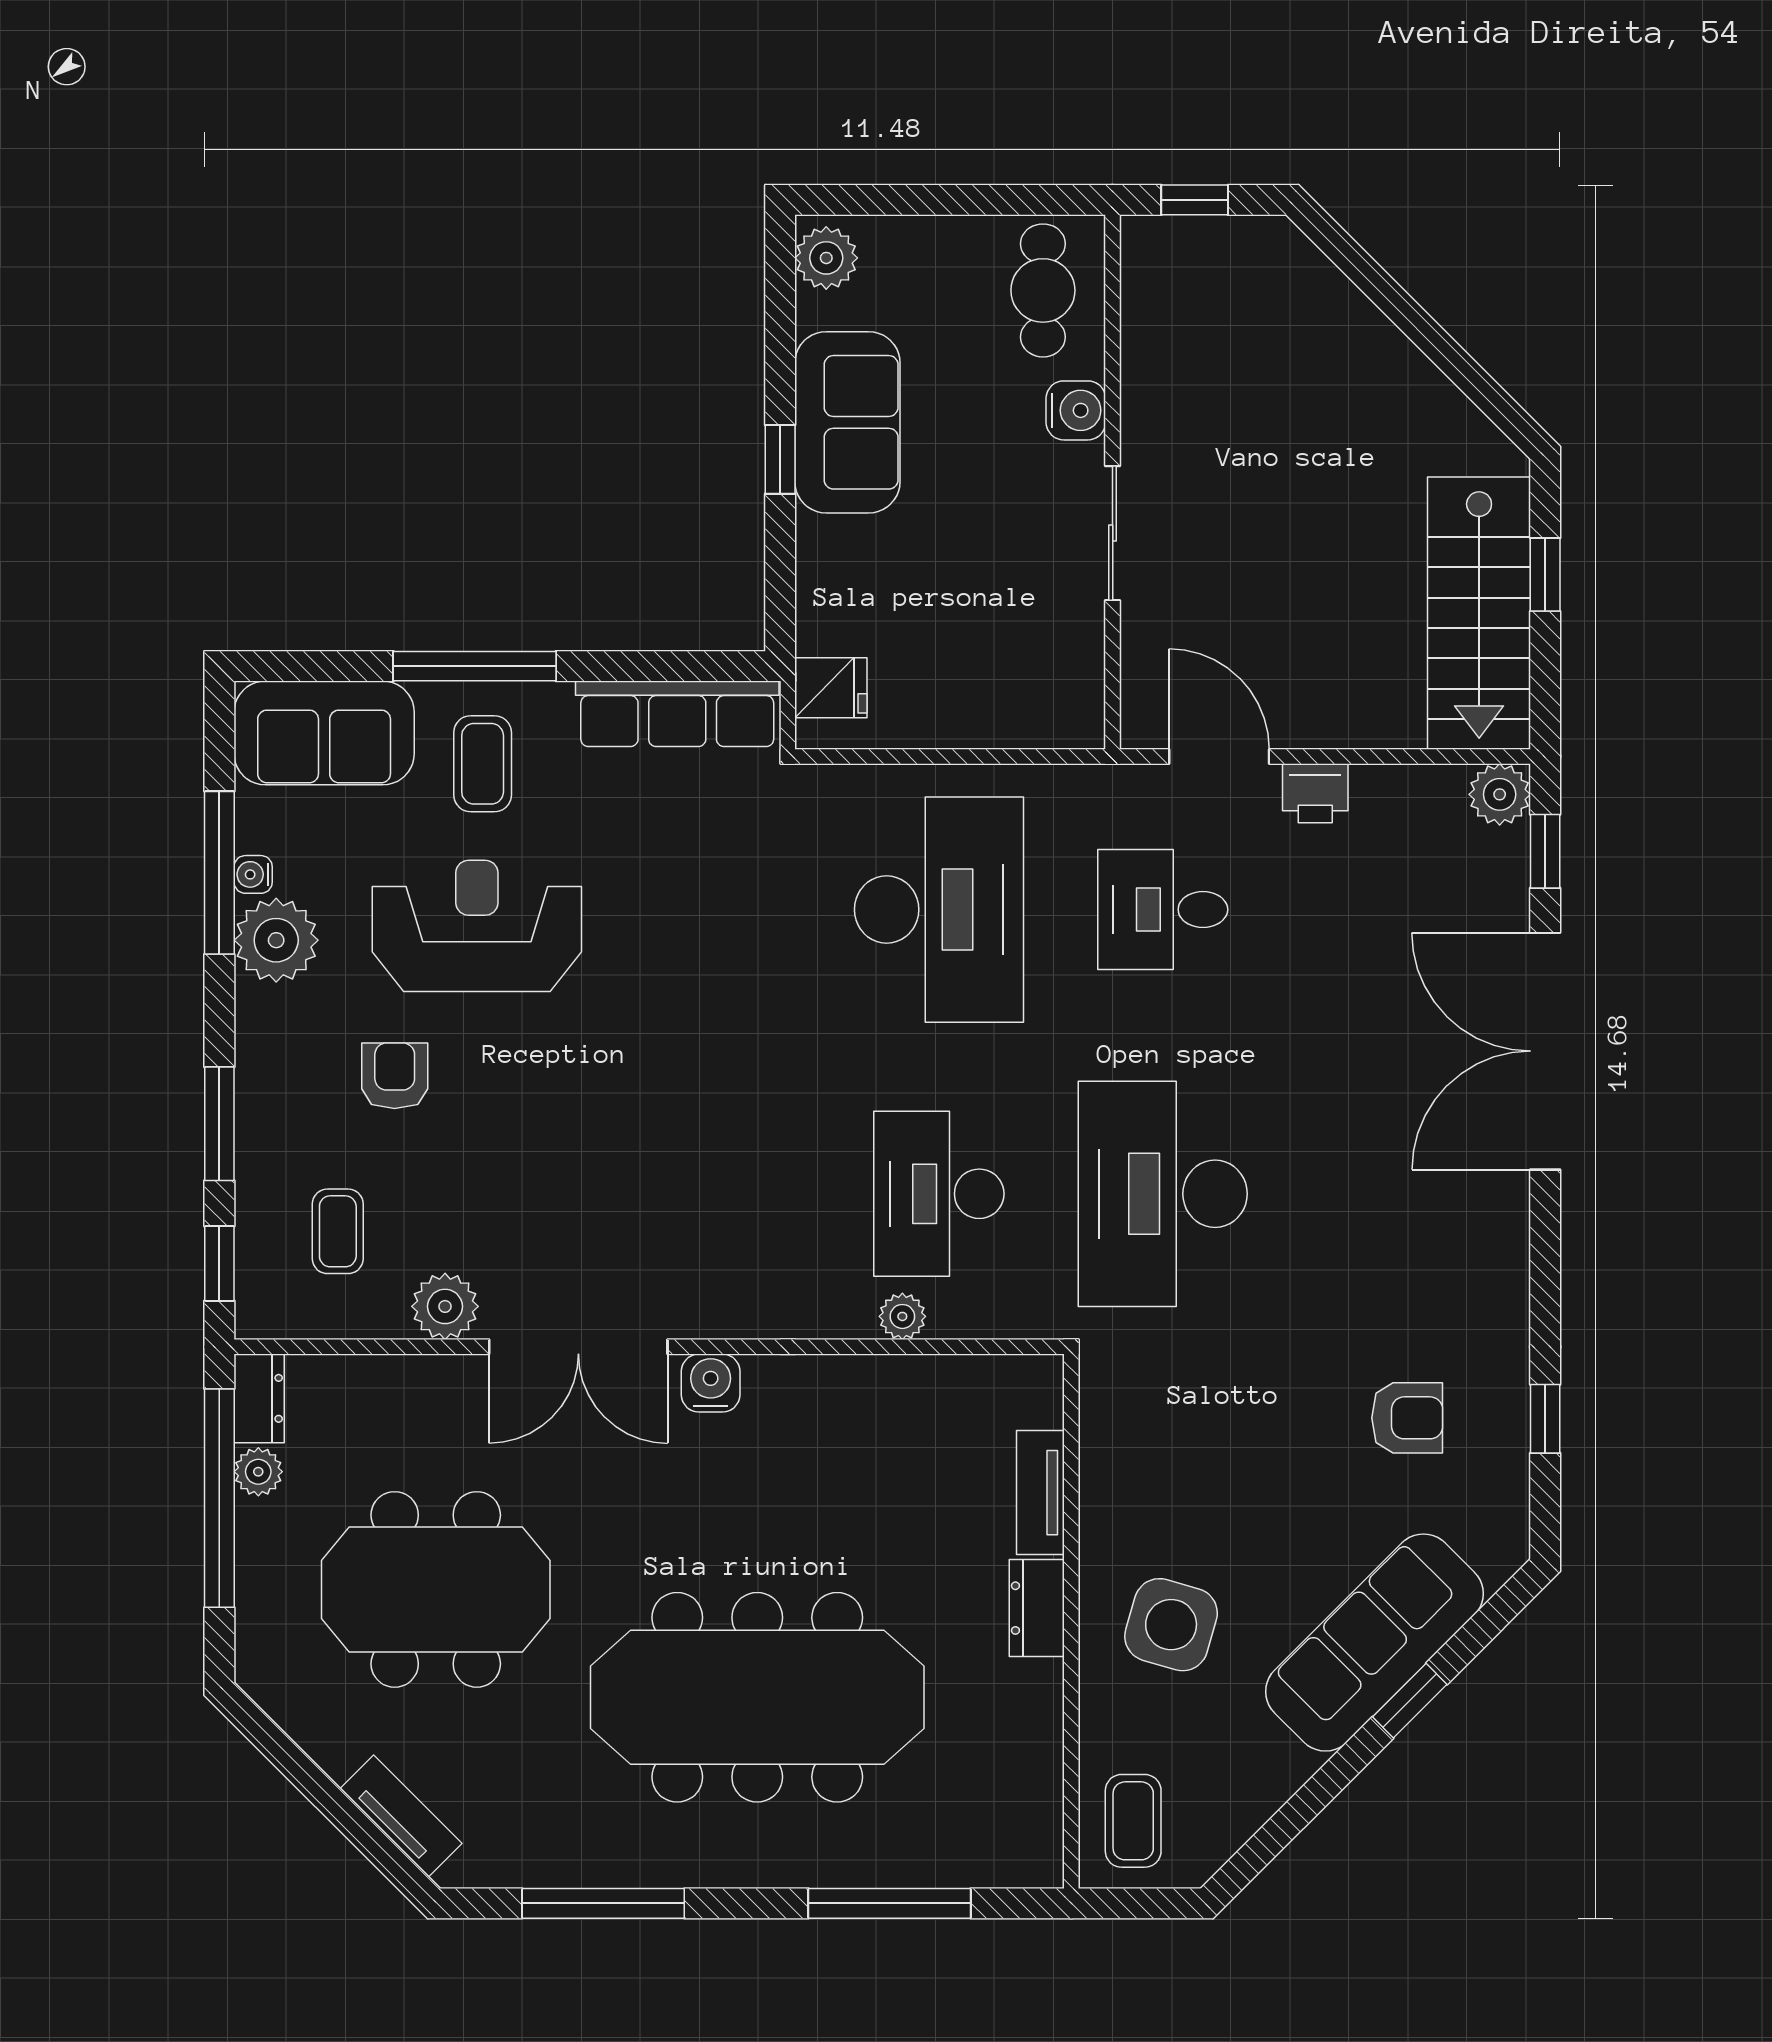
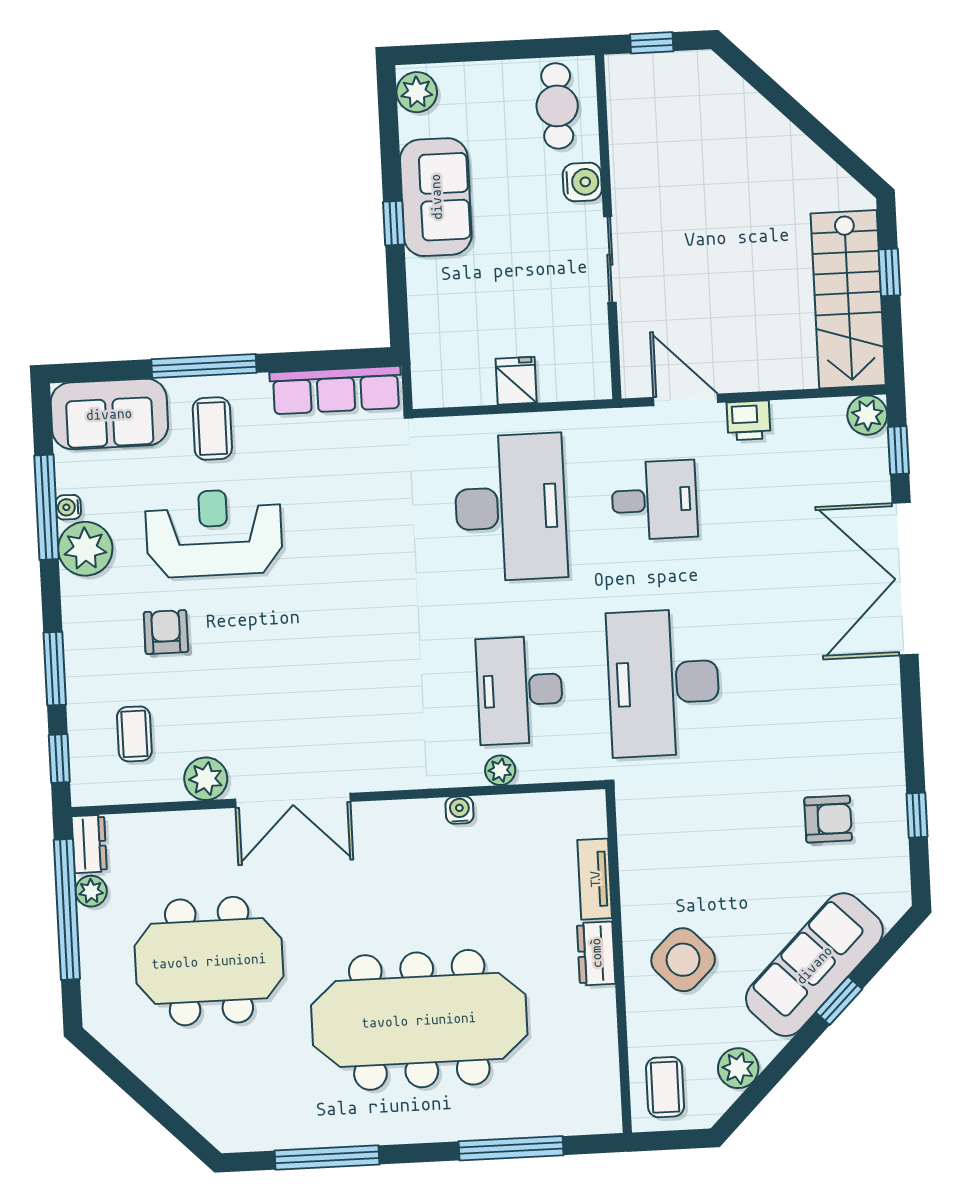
fridge: (831, 688) -> (516, 381), moved, turned -90
desk: (1163, 910) -> (654, 500), turned 180
water cooler: (711, 1383) -> (459, 810), moved, width x0.72, depth x0.72
side table: (1171, 1625) -> (683, 960), turned 30
plant: (1248, 1797) -> (738, 1068), added
tv unit: (401, 1816) -> (194, 1108), removed

